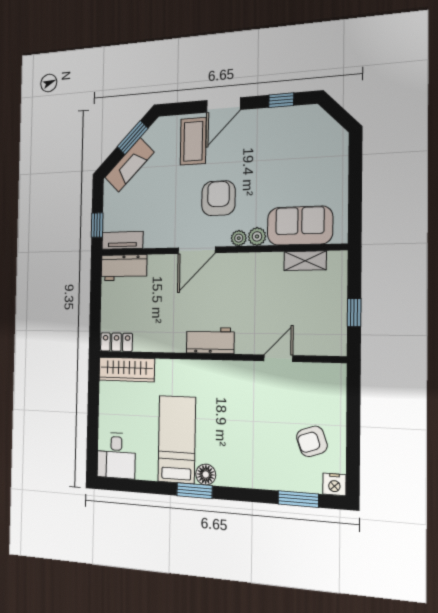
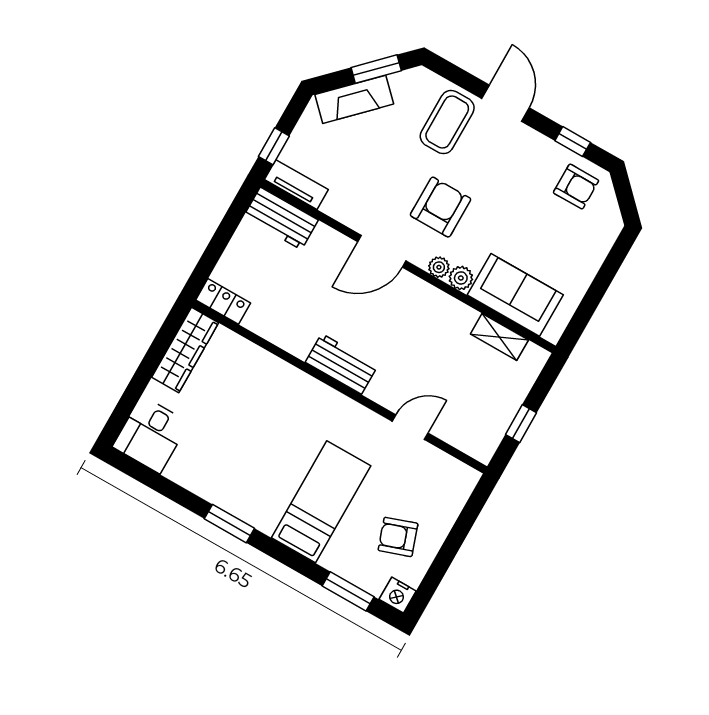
door: (223, 105) -> (505, 103), swing flipped
armchair: (300, 128) -> (576, 187), added
wardrobe: (127, 369) -> (185, 350), moved, turned -90
bed: (177, 439) -> (321, 502), moved
floor lamp: (206, 475) -> (253, 512), removed

